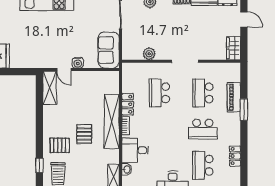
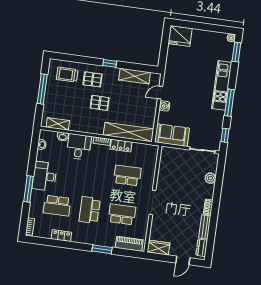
plant: (149, 54) -> (164, 171), removed
shelving: (50, 88) -> (135, 76), moved
piano: (234, 97) -> (129, 244), moved
shelving: (112, 122) -> (128, 132), moved
pallet: (60, 145) -> (93, 79), turned 90
window: (39, 165) -> (110, 63), moved
school desk: (203, 165) -> (57, 206), turned 180

